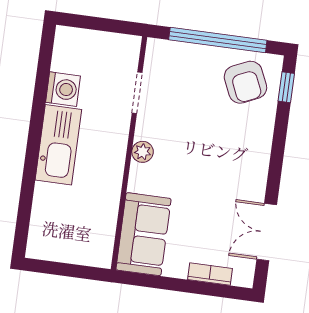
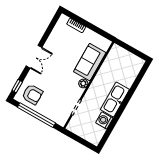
armchair: (245, 82) -> (32, 94), turned 114
double door: (267, 232) -> (34, 57), moved
sofa: (143, 234) -> (90, 62), moved

